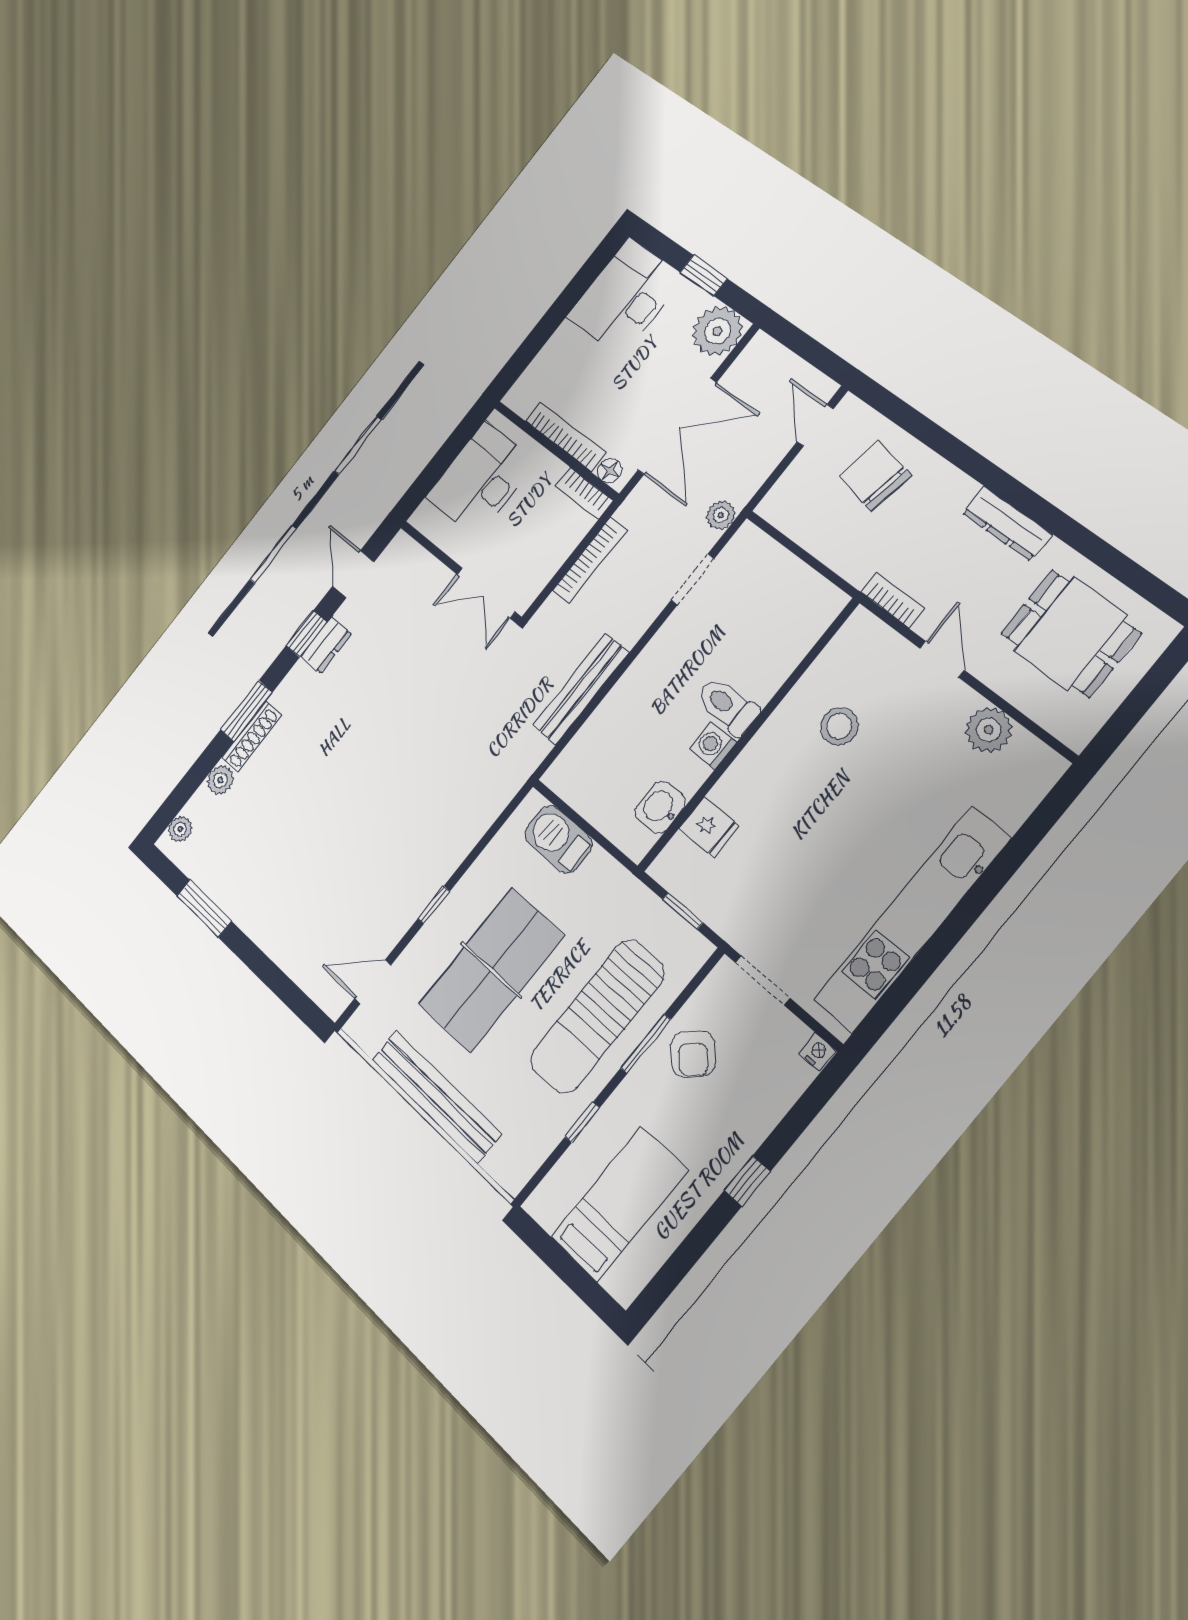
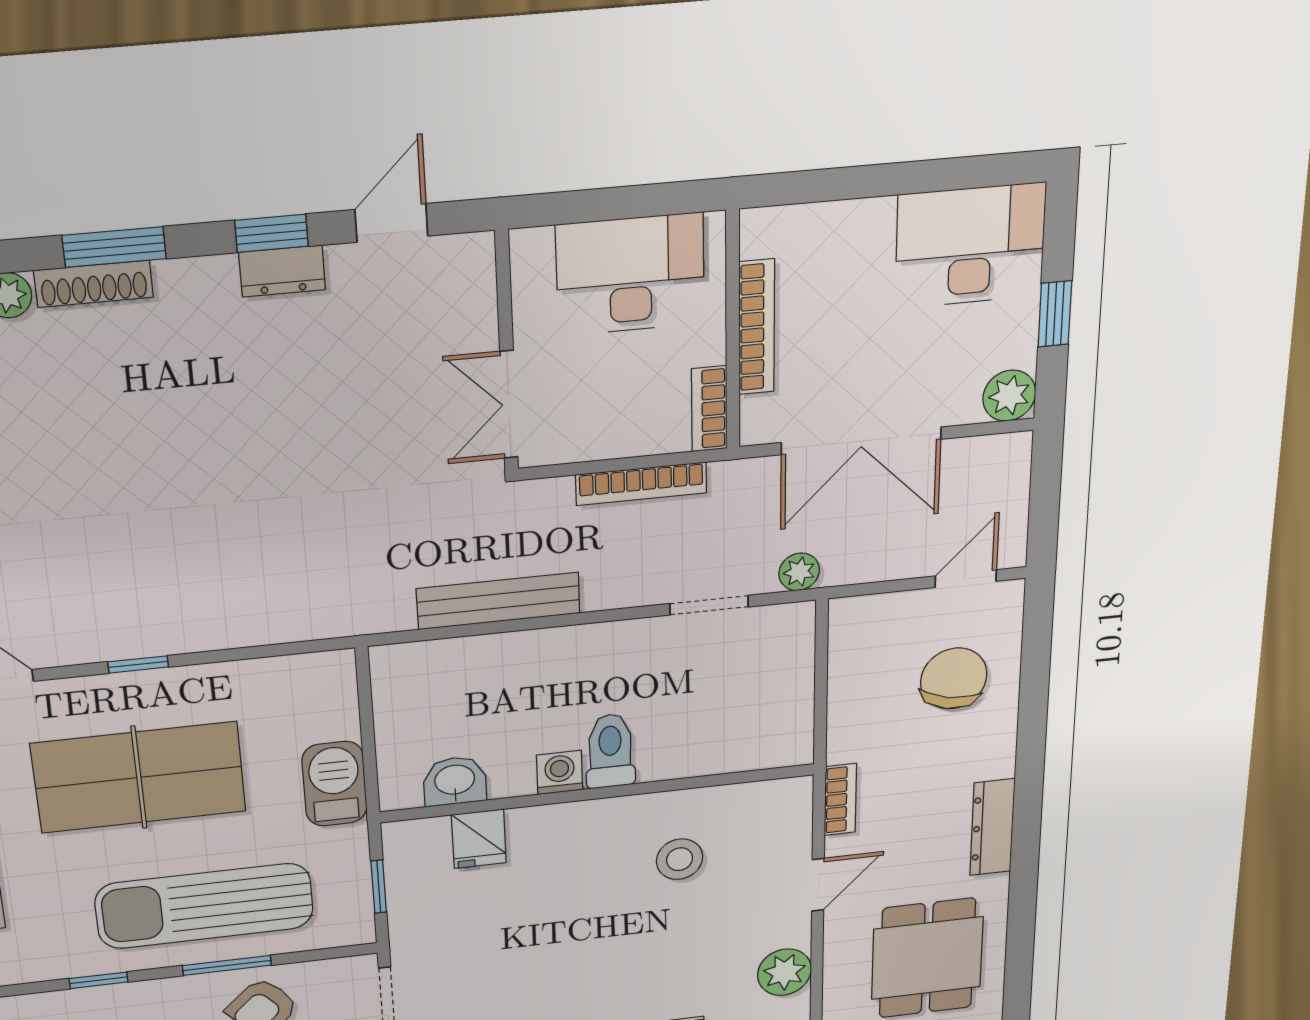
plant: (717, 331) -> (1009, 396), width x0.73, depth x0.73
floor lamp: (610, 471) -> (757, 413), removed
barbecue: (559, 839) -> (334, 784), moved

